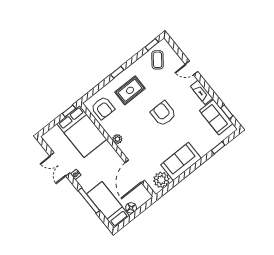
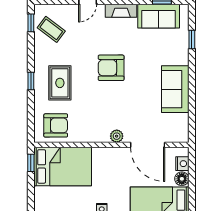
plant: (117, 139) -> (117, 136), moved
plant: (161, 180) -> (178, 125), removed
nightstand: (140, 201) -> (182, 164), added

